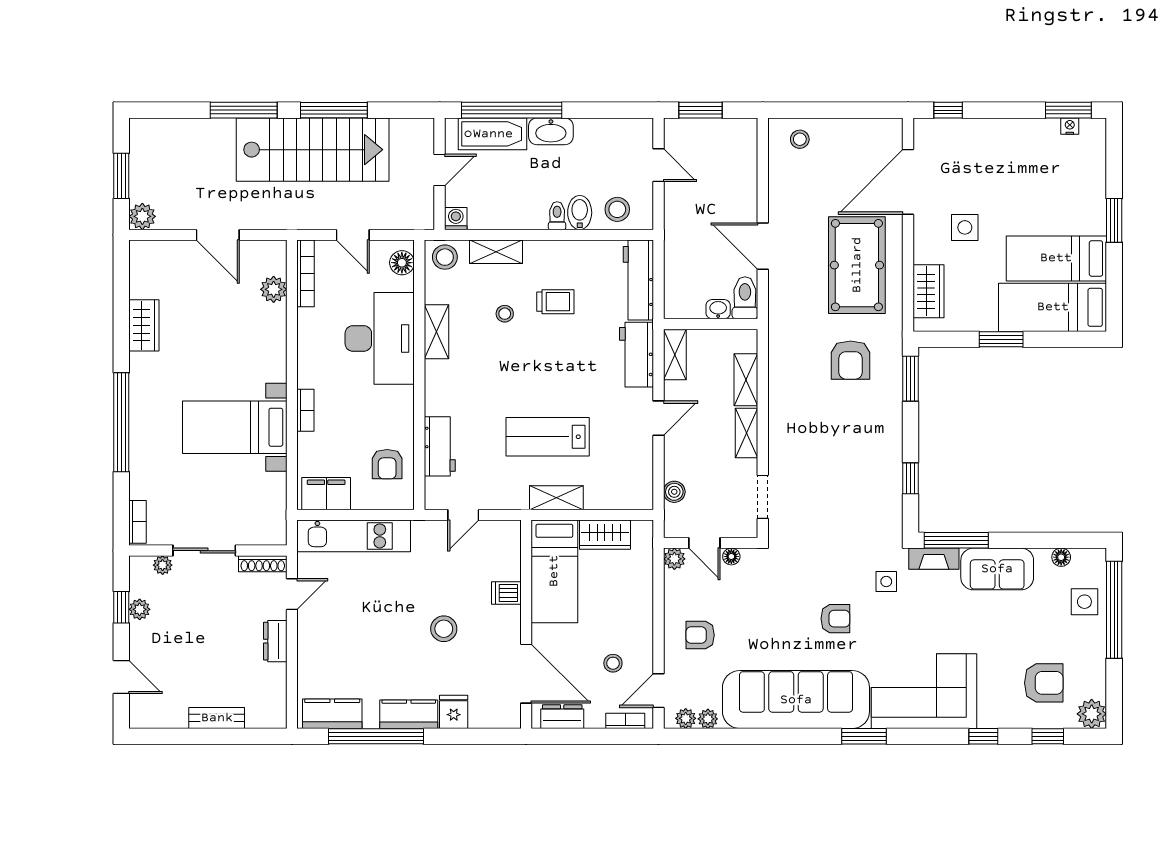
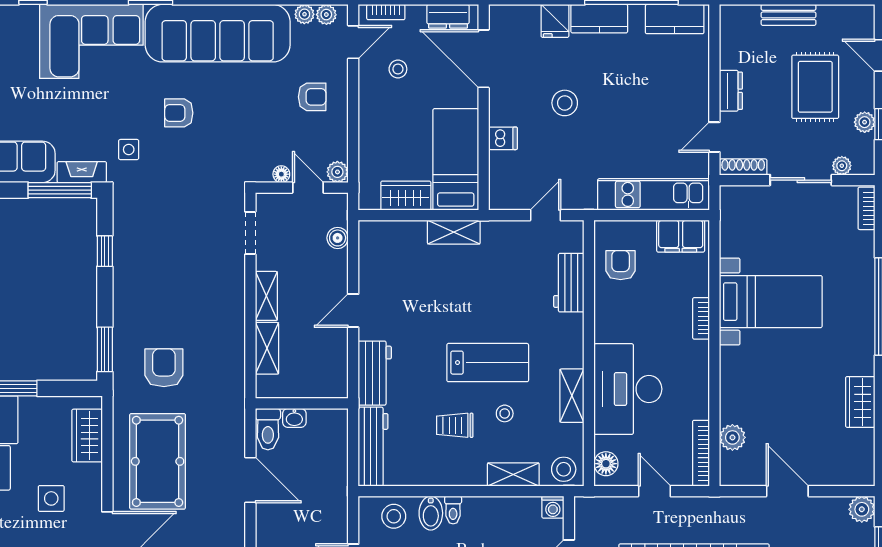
shelving: (675, 355) -> (337, 373), removed
lab bench: (548, 437) -> (488, 363), moved
rug: (190, 645) -> (815, 87), added

